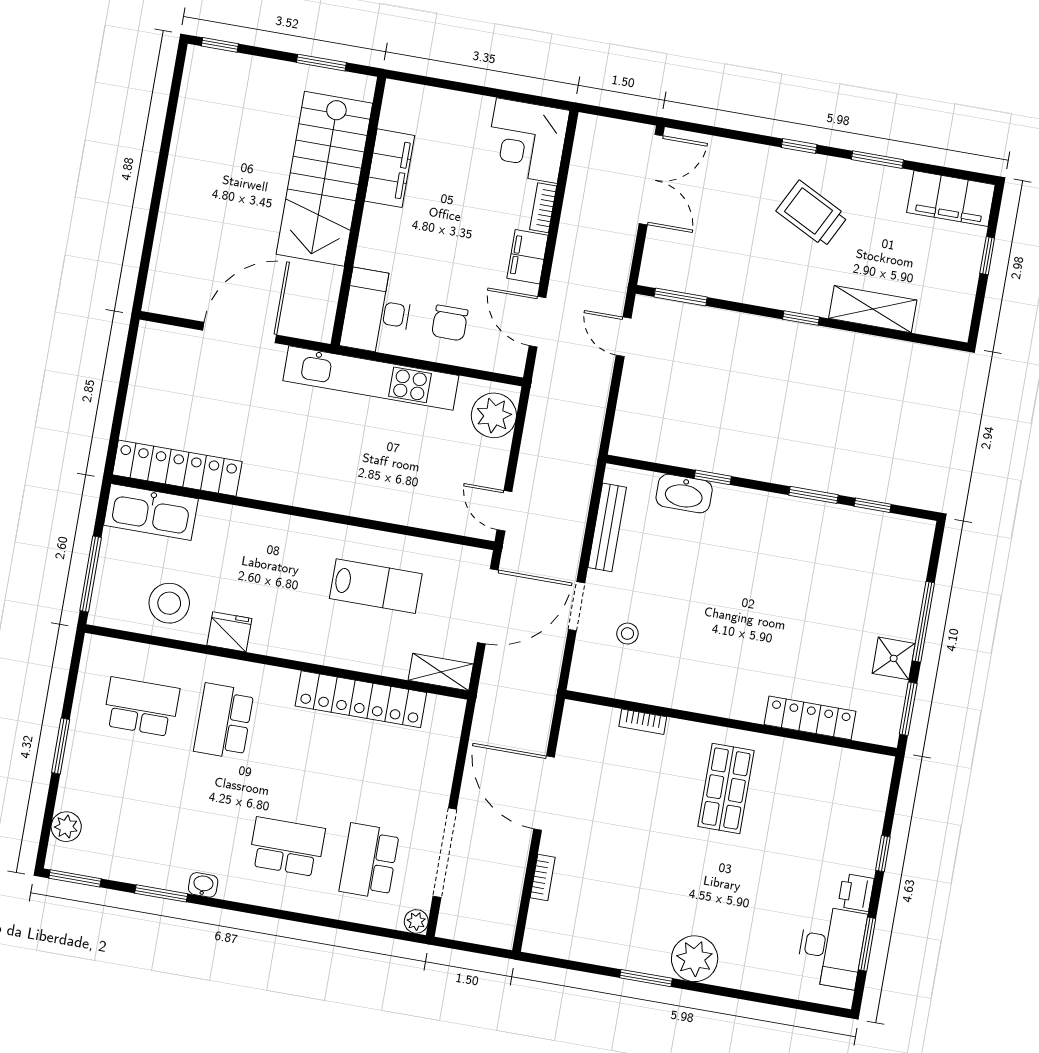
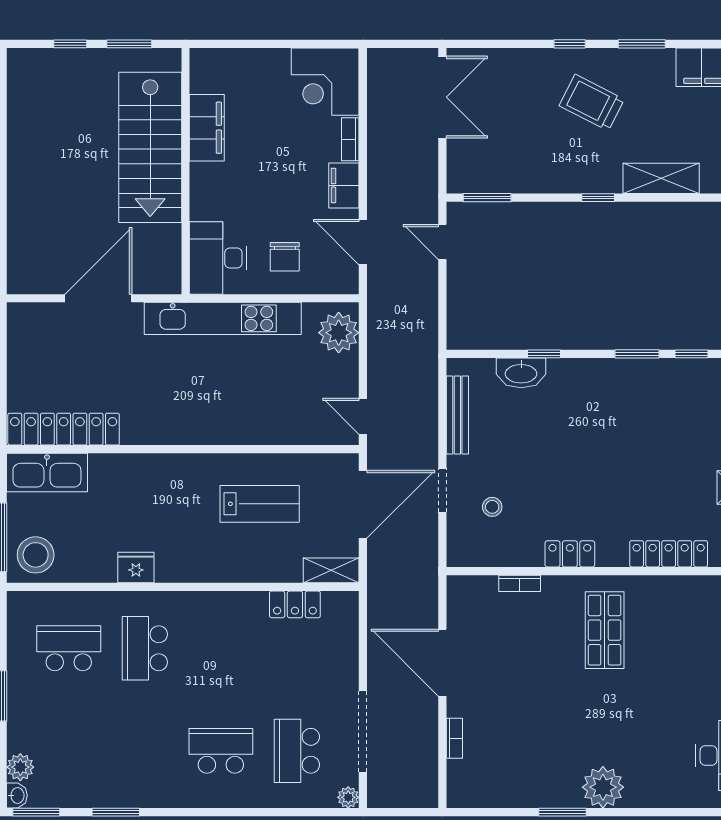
window: (220, 45) -> (70, 44), moved
stool: (169, 603) -> (36, 555), moved
locker: (361, 699) -> (295, 604), width x0.46, depth x0.83
locker: (703, 699) -> (570, 554), added
washbasin: (203, 885) -> (17, 796), moved, turned 90

